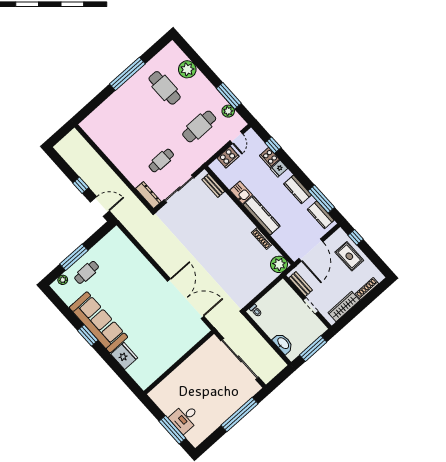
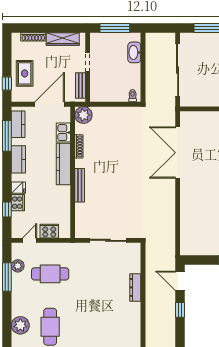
cafe table: (161, 160) -> (102, 274), removed
bench: (213, 186) -> (80, 185), moved, width x1.36
kitchen sink: (241, 192) -> (63, 133), moved
dresser: (148, 195) -> (135, 287), moved

